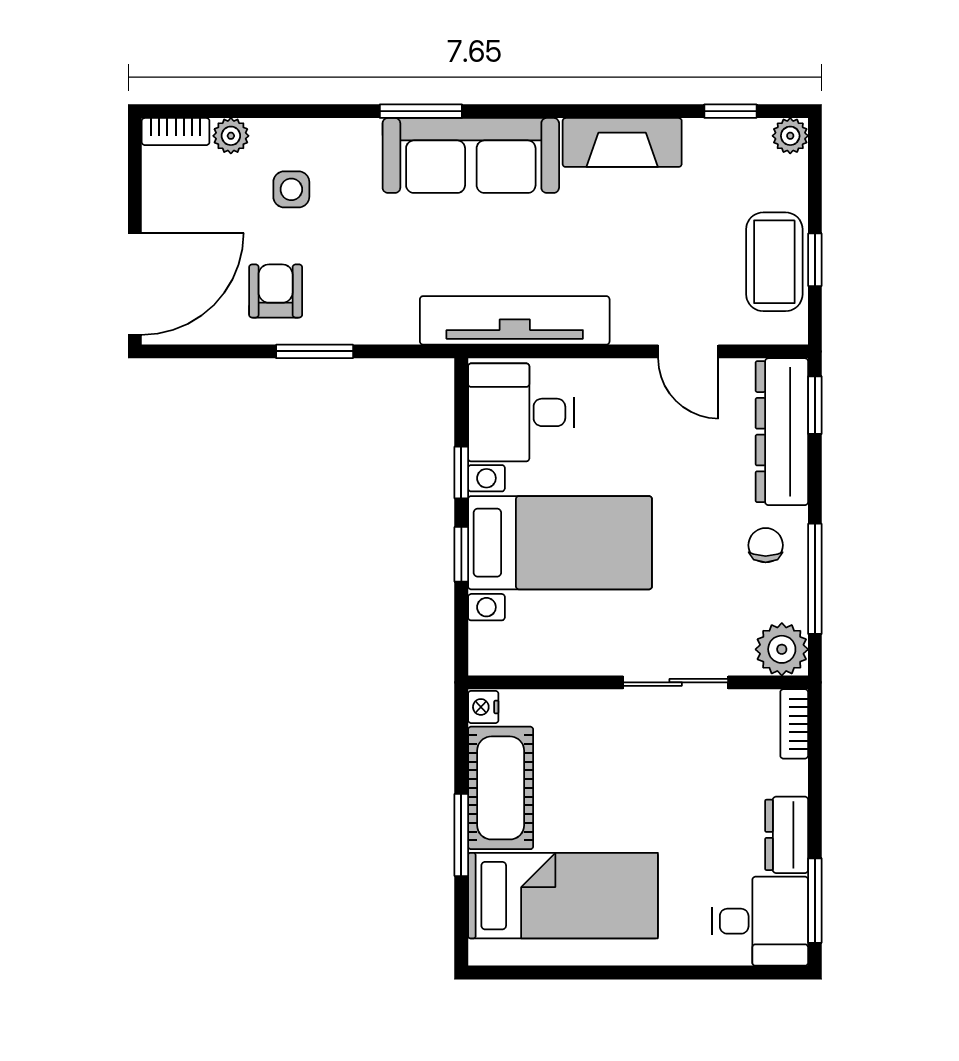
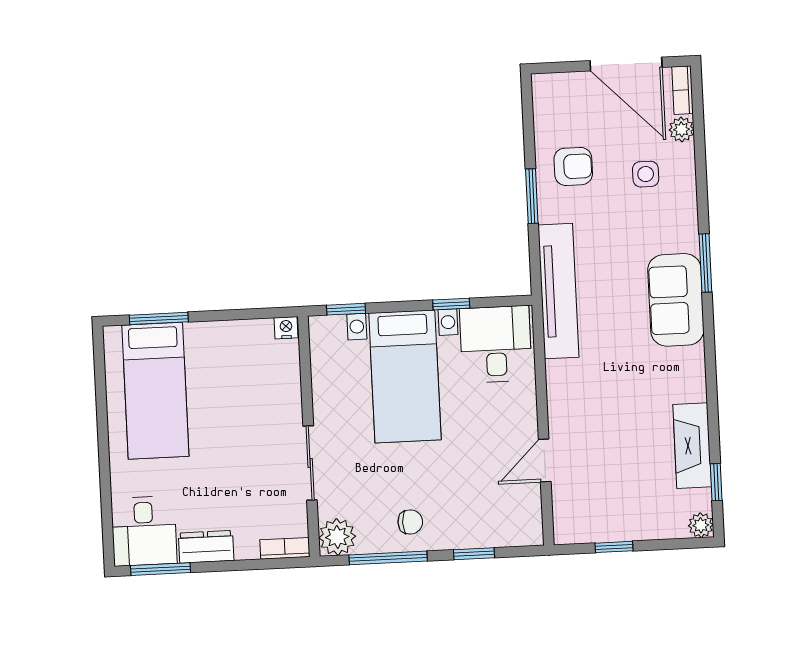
fireplace: (622, 142) -> (692, 446), moved
sofa: (471, 155) -> (676, 300), width x0.73
coffee table: (774, 262) -> (611, 518), removed
door: (135, 284) -> (626, 64), moved
tv unit: (515, 320) -> (558, 291), moved
window: (815, 405) -> (474, 554), moved
dresser: (782, 432) -> (491, 530), removed
window: (461, 554) -> (346, 309), moved
cot: (501, 788) -> (229, 343), removed
window: (461, 835) -> (159, 318), moved

